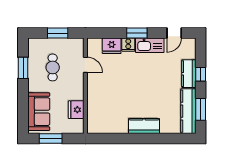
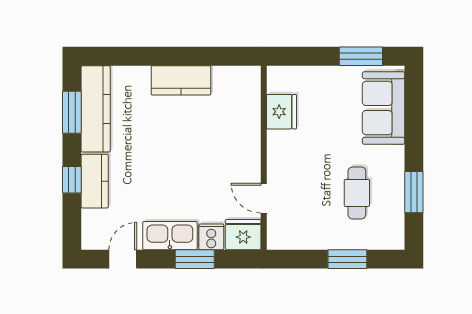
door: (85, 65) -> (264, 198), moved
wall: (85, 86) -> (264, 158), moved
fridge: (76, 110) -> (281, 112), moved

